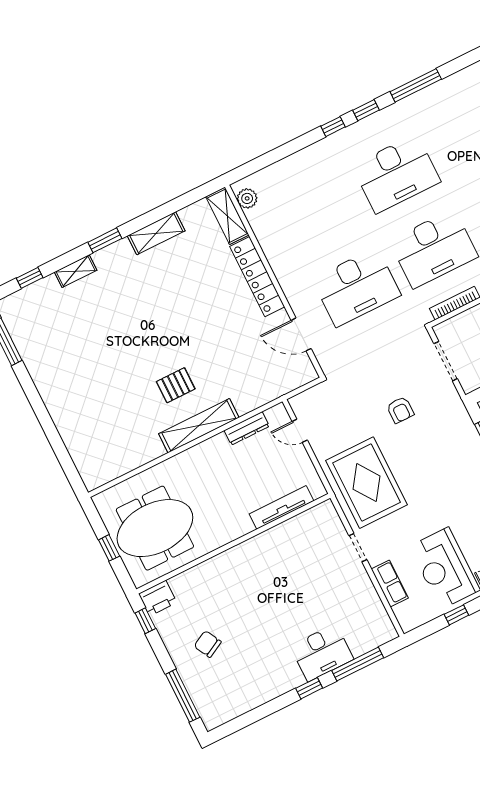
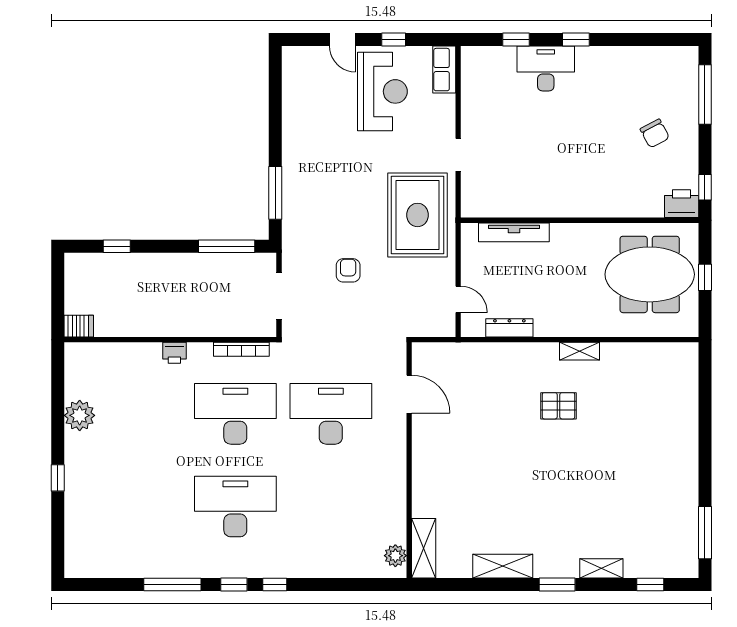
locker: (257, 277) -> (424, 473), removed
shelving: (199, 426) -> (579, 351), width x0.45, depth x0.75
row of seats: (390, 583) -> (444, 70), moved
window: (358, 664) -> (516, 40), width x0.46

